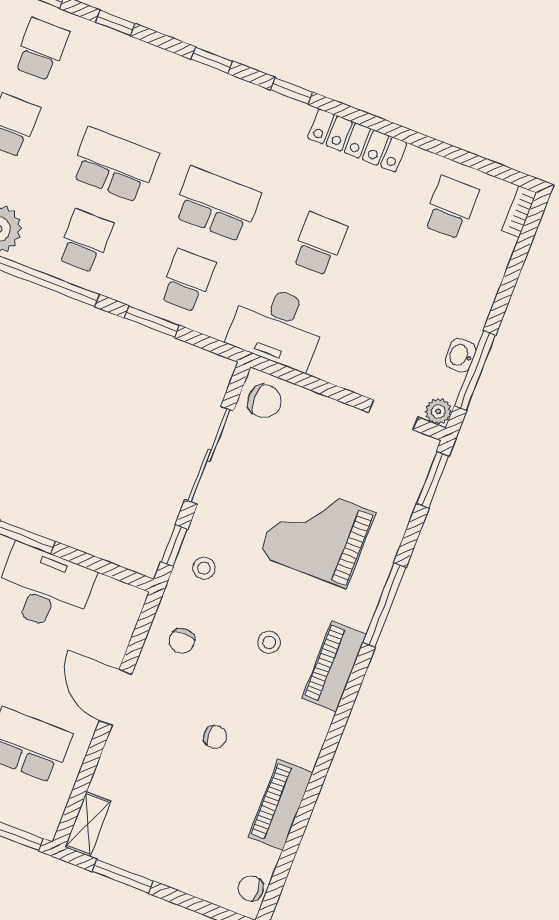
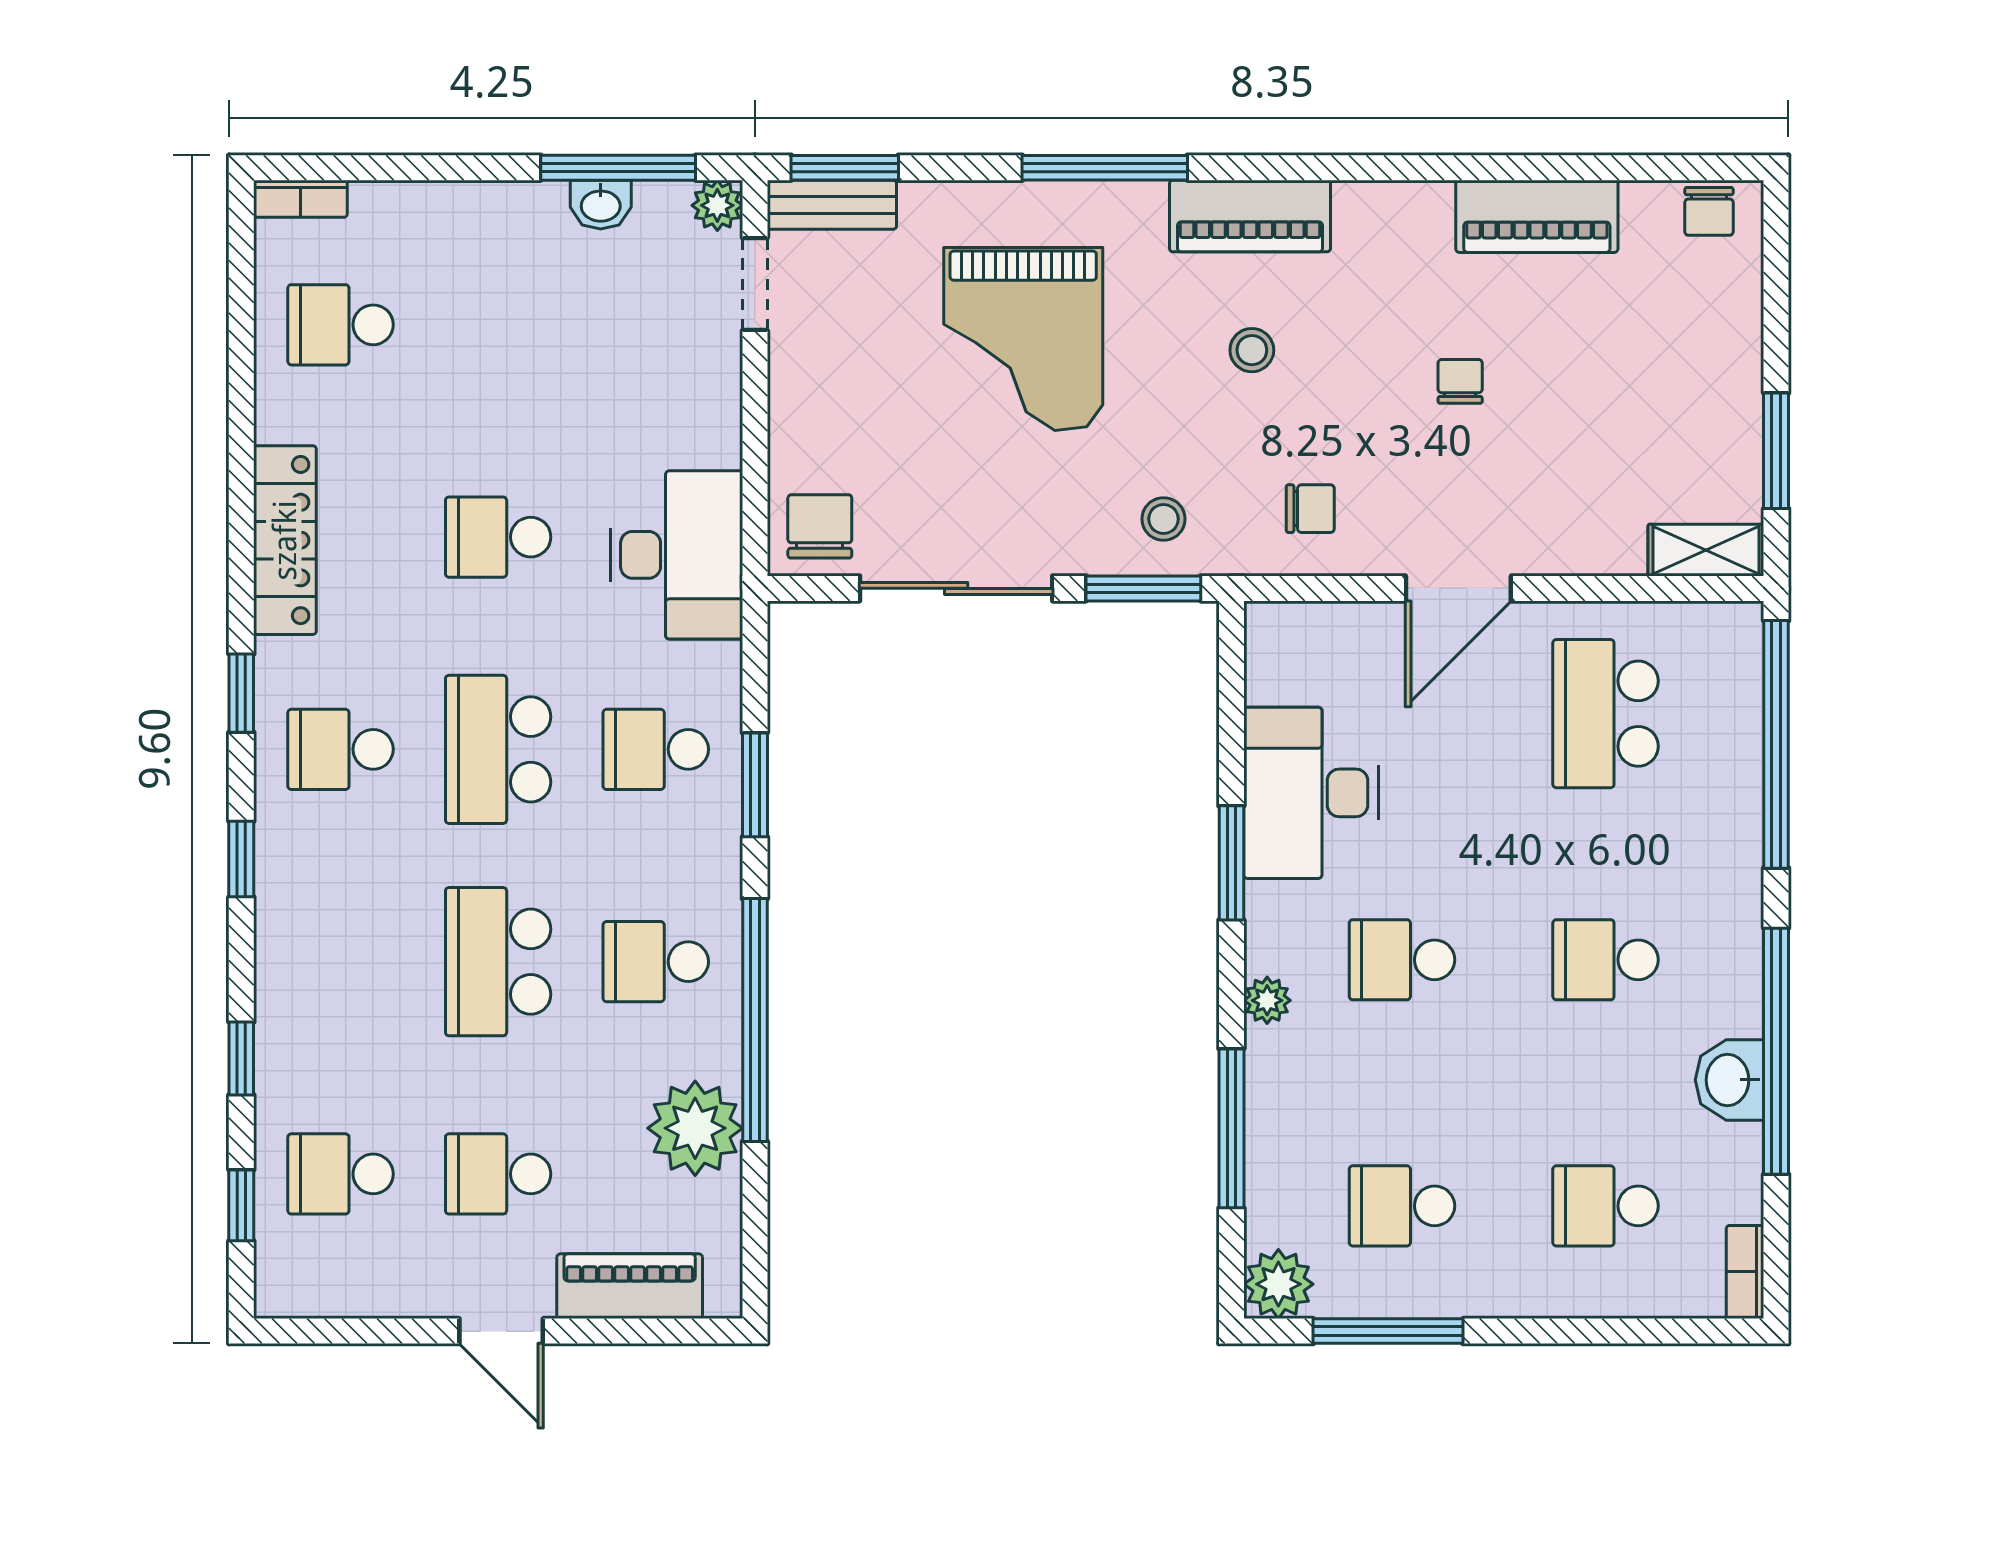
school desk: (246, 128) -> (341, 749), added
bench: (417, 467) -> (832, 205), added
window: (174, 546) -> (1143, 588), width x1.50

